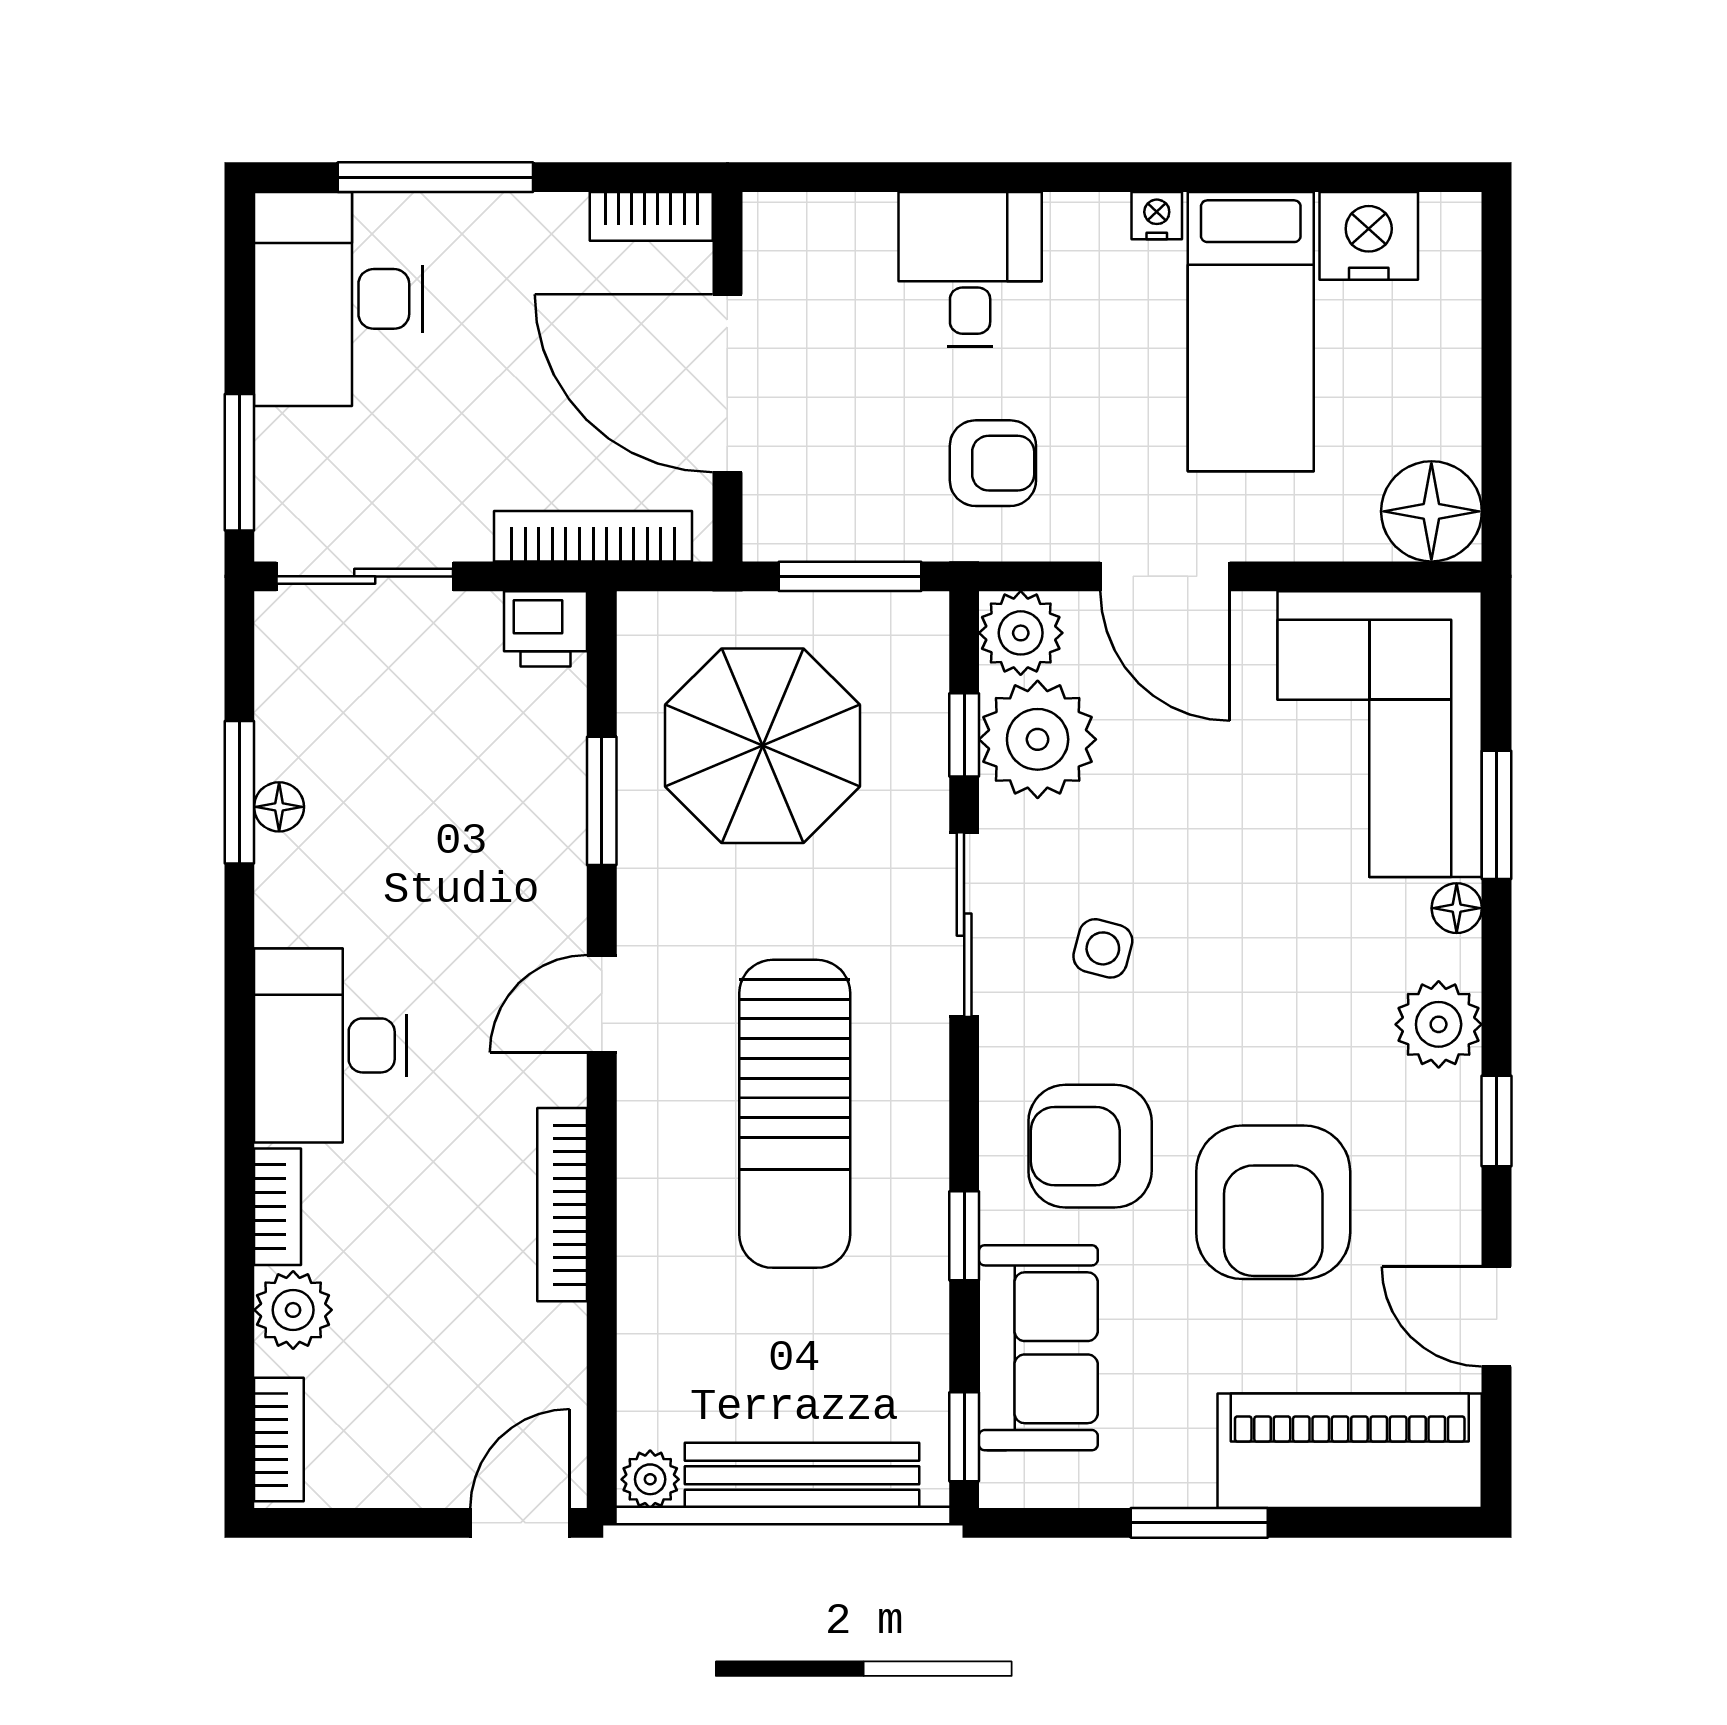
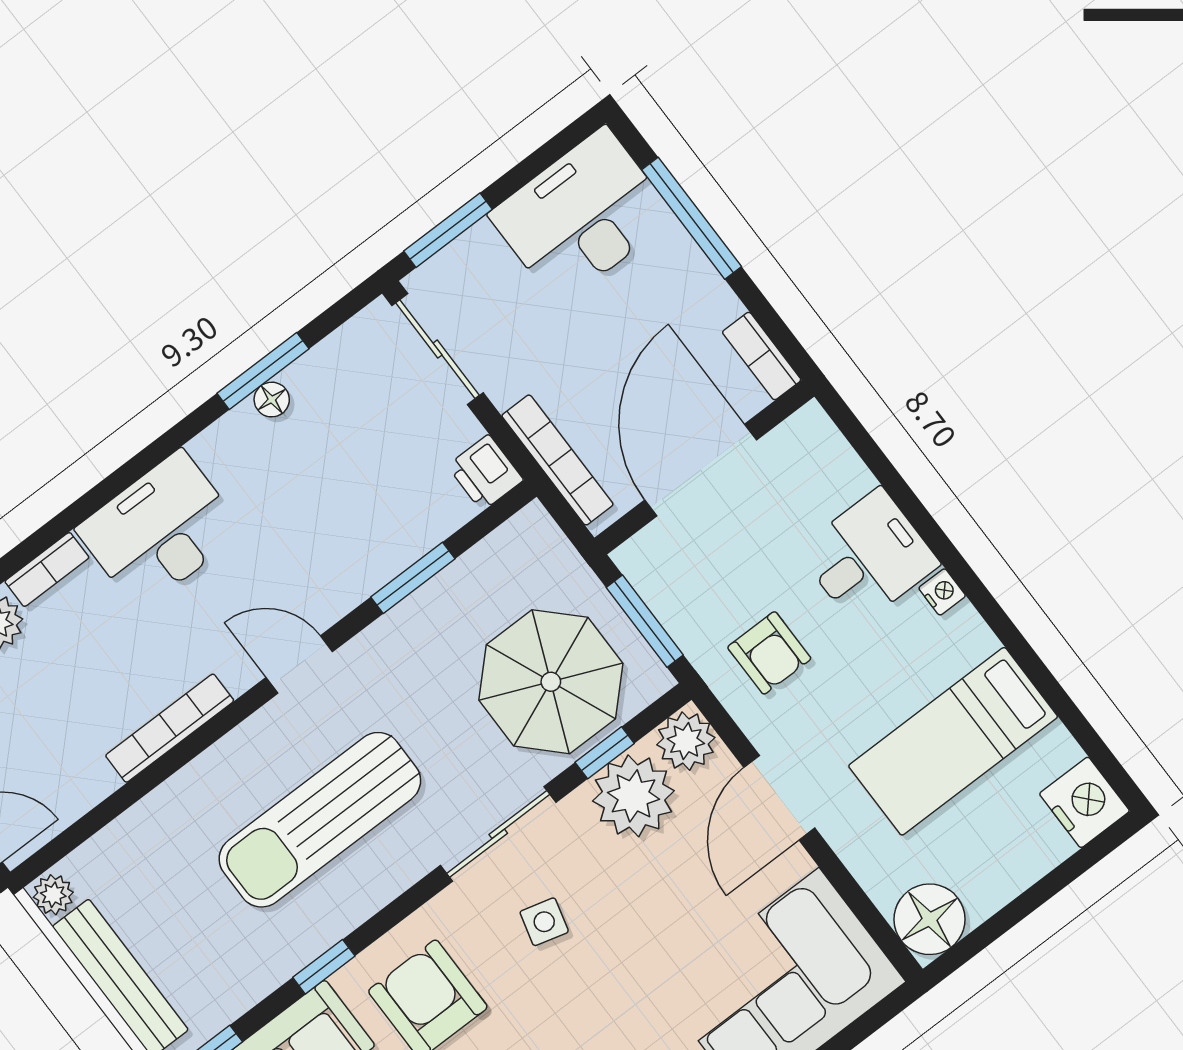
nightstand: (1157, 216) -> (942, 592), moved
nightstand: (1369, 236) -> (1084, 802), moved
parasol: (762, 746) -> (551, 682), moved

